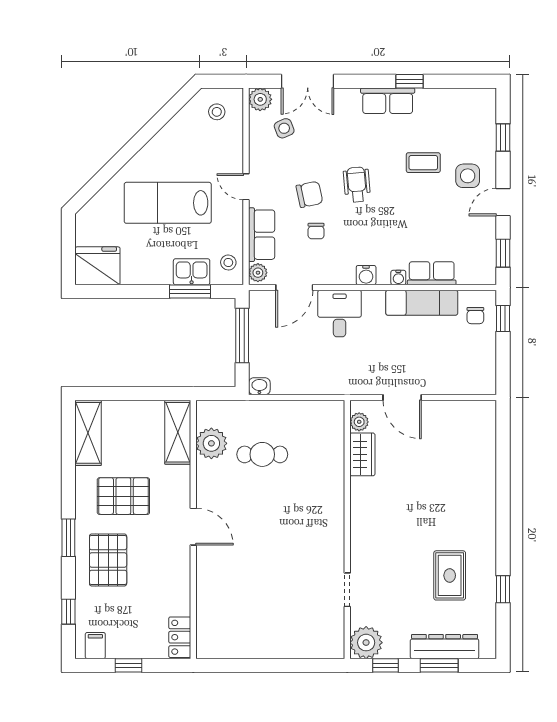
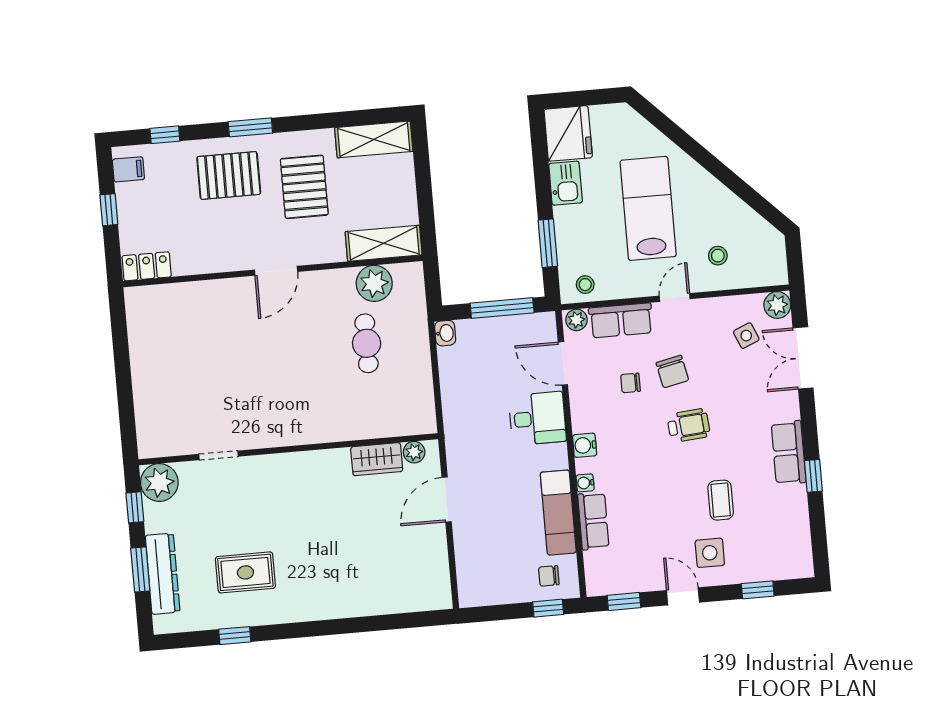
stool: (217, 112) -> (718, 256), moved
kitchen sink: (192, 272) -> (566, 183), moved

